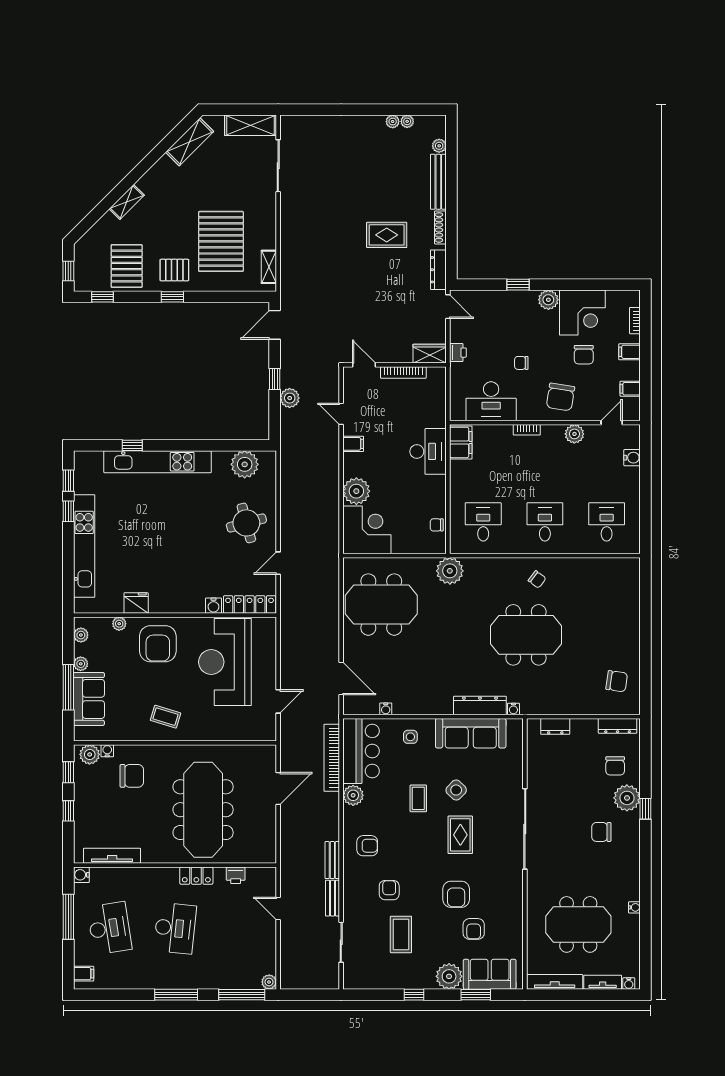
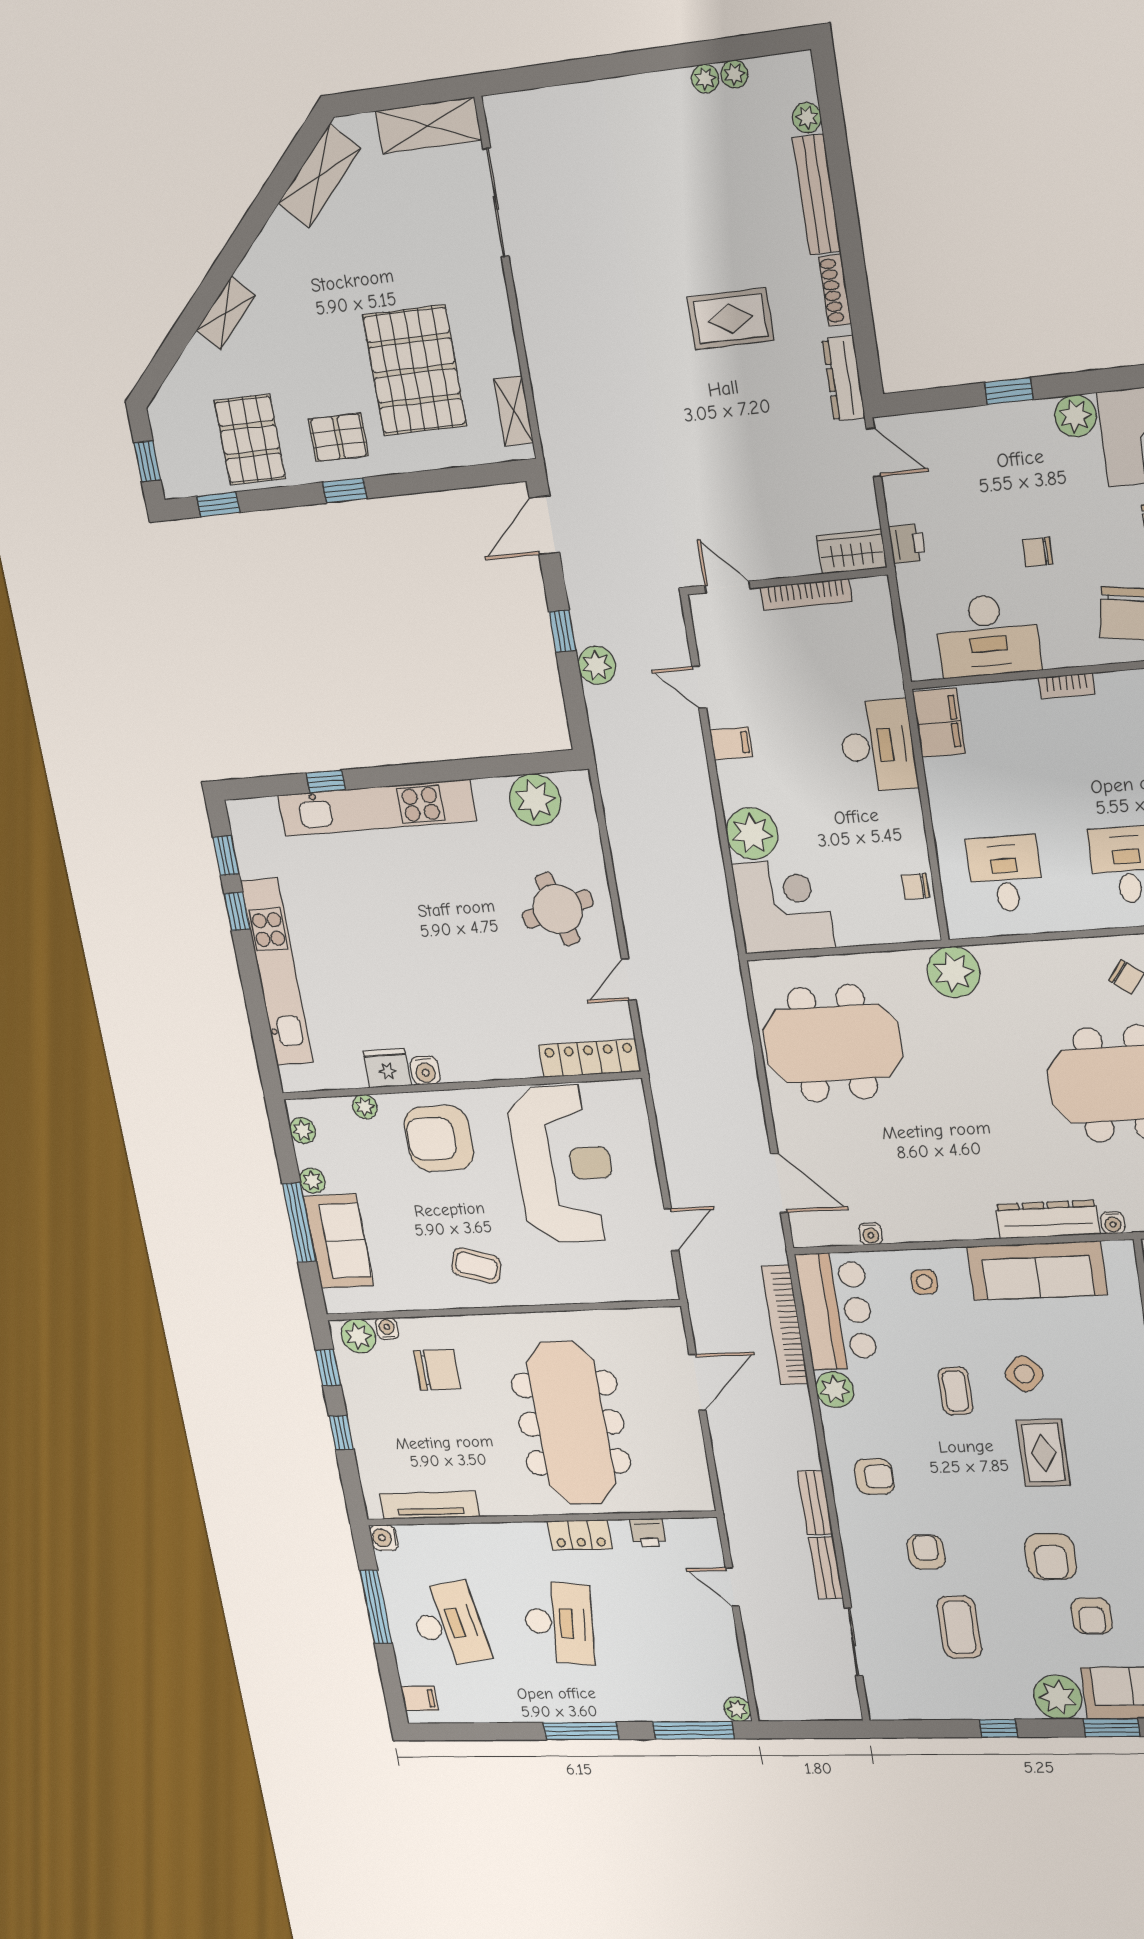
water cooler: (213, 606) -> (425, 1070), moved
armchair: (158, 644) -> (439, 1138), turned 90
reception desk: (225, 662) -> (563, 1164), turned 180

